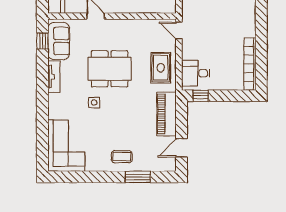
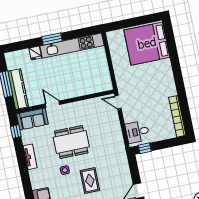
sofa: (59, 41) -> (32, 119), moved, turned 90
rug: (161, 68) -> (90, 181), moved
piano: (167, 114) -> (122, 167), removed

